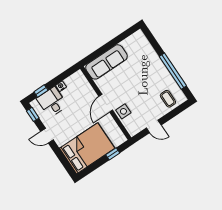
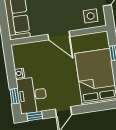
desk: (52, 102) -> (32, 95), width x1.37
side table: (123, 111) -> (91, 16), moved

